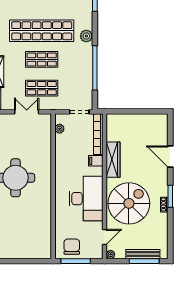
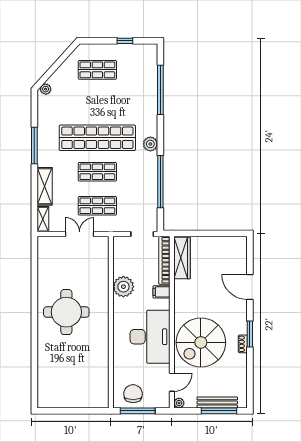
plant: (60, 129) -> (123, 287), moved, width x1.88, depth x1.88
wardrobe: (113, 160) -> (182, 258), moved
spiral stairs: (129, 203) -> (201, 342), turned 180

